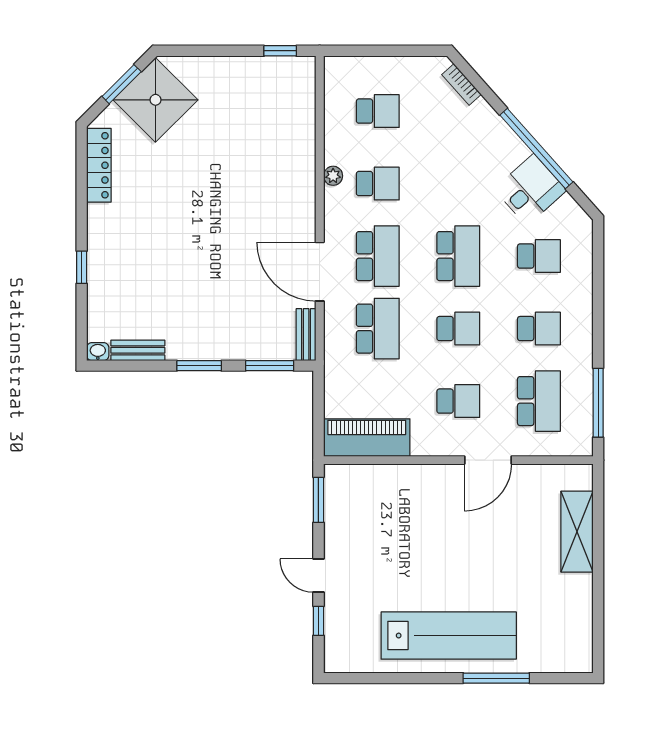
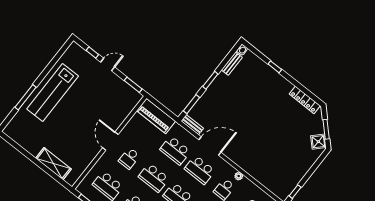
shower: (155, 100) -> (318, 142), width x0.54, depth x0.54
school desk: (458, 329) -> (154, 178), width x1.85
piano: (367, 438) -> (156, 116), moved, turned 90
door: (488, 460) -> (110, 141), moved

